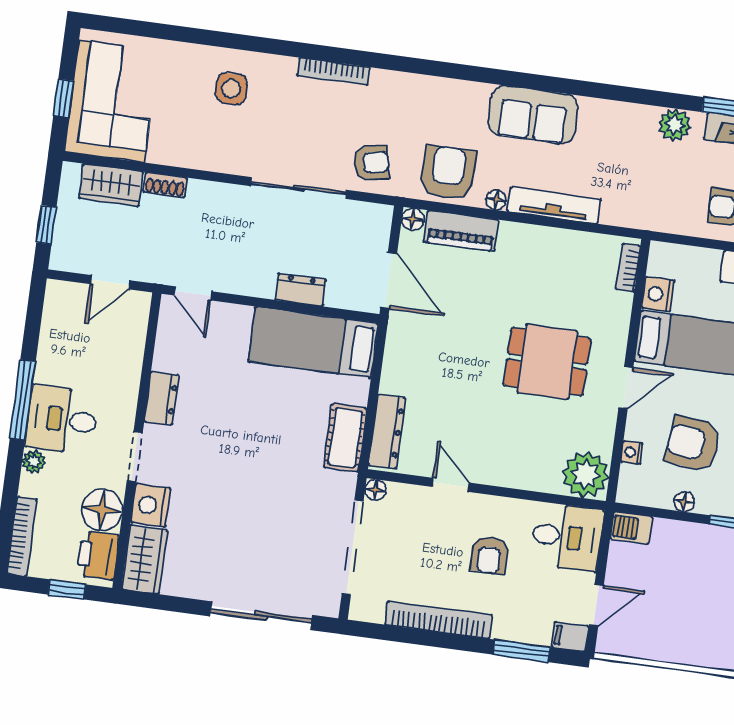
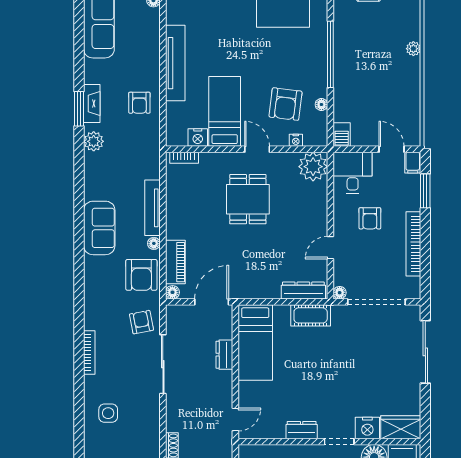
armchair: (448, 173) -> (141, 275), turned -90
armchair: (489, 555) -> (370, 218), turned 90

